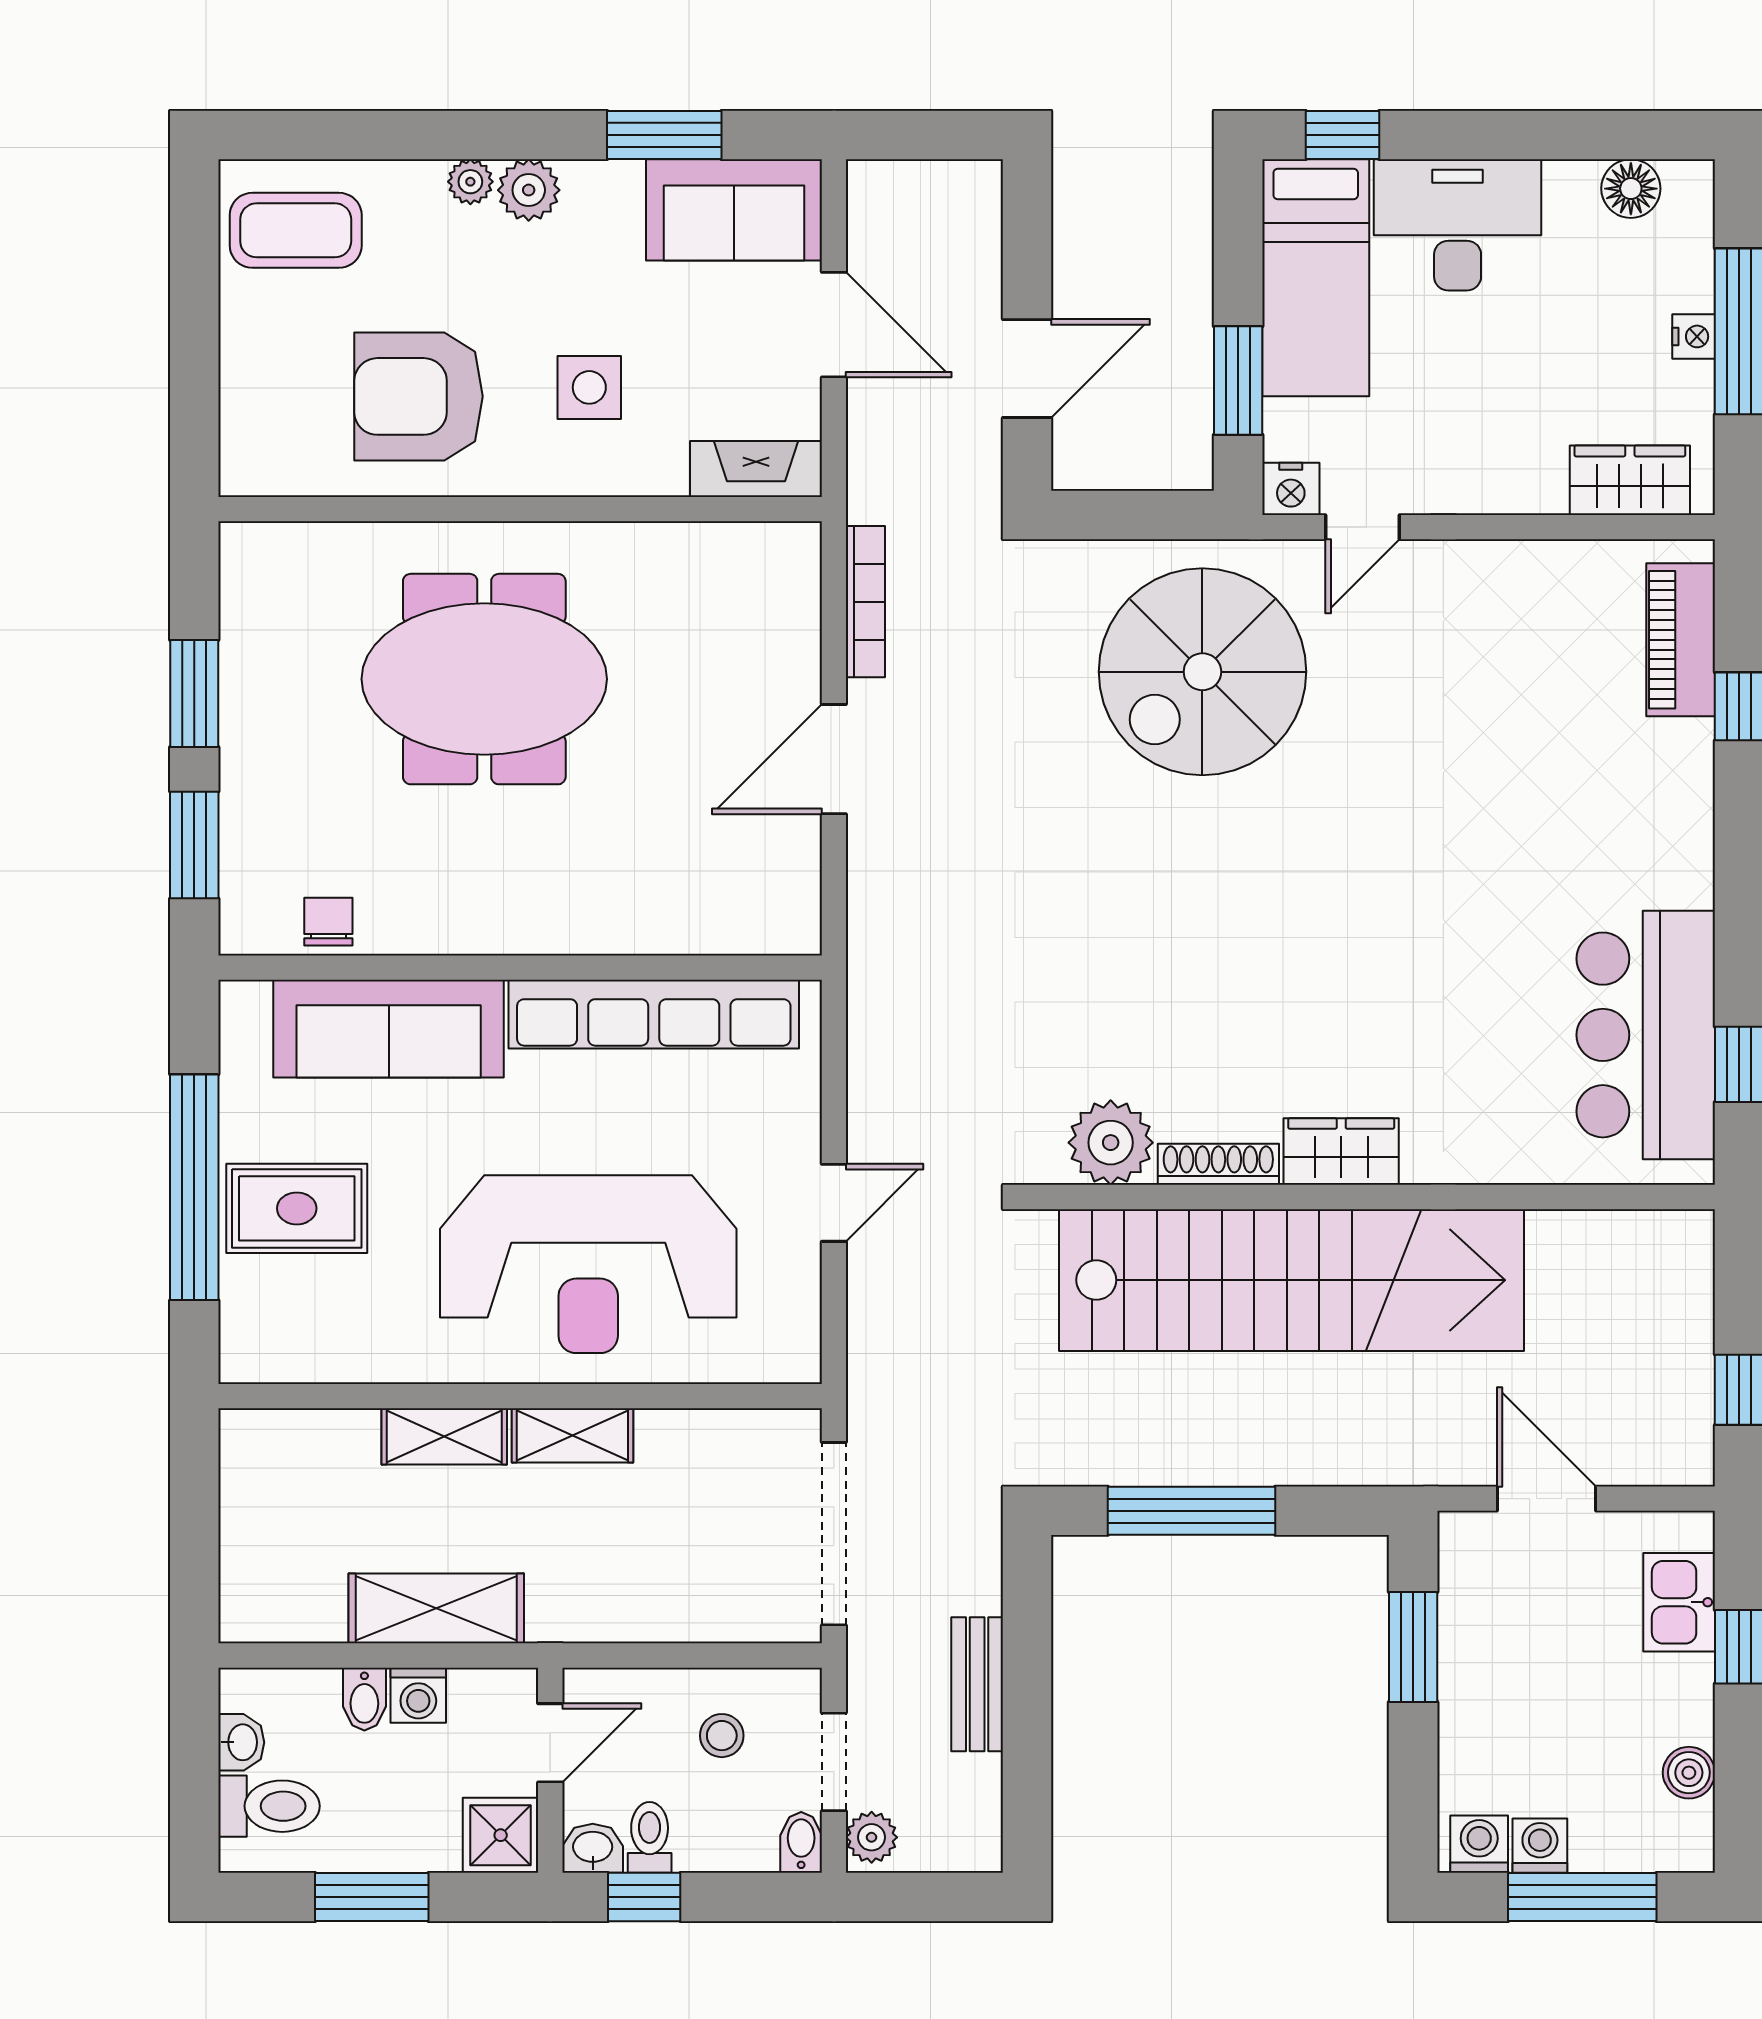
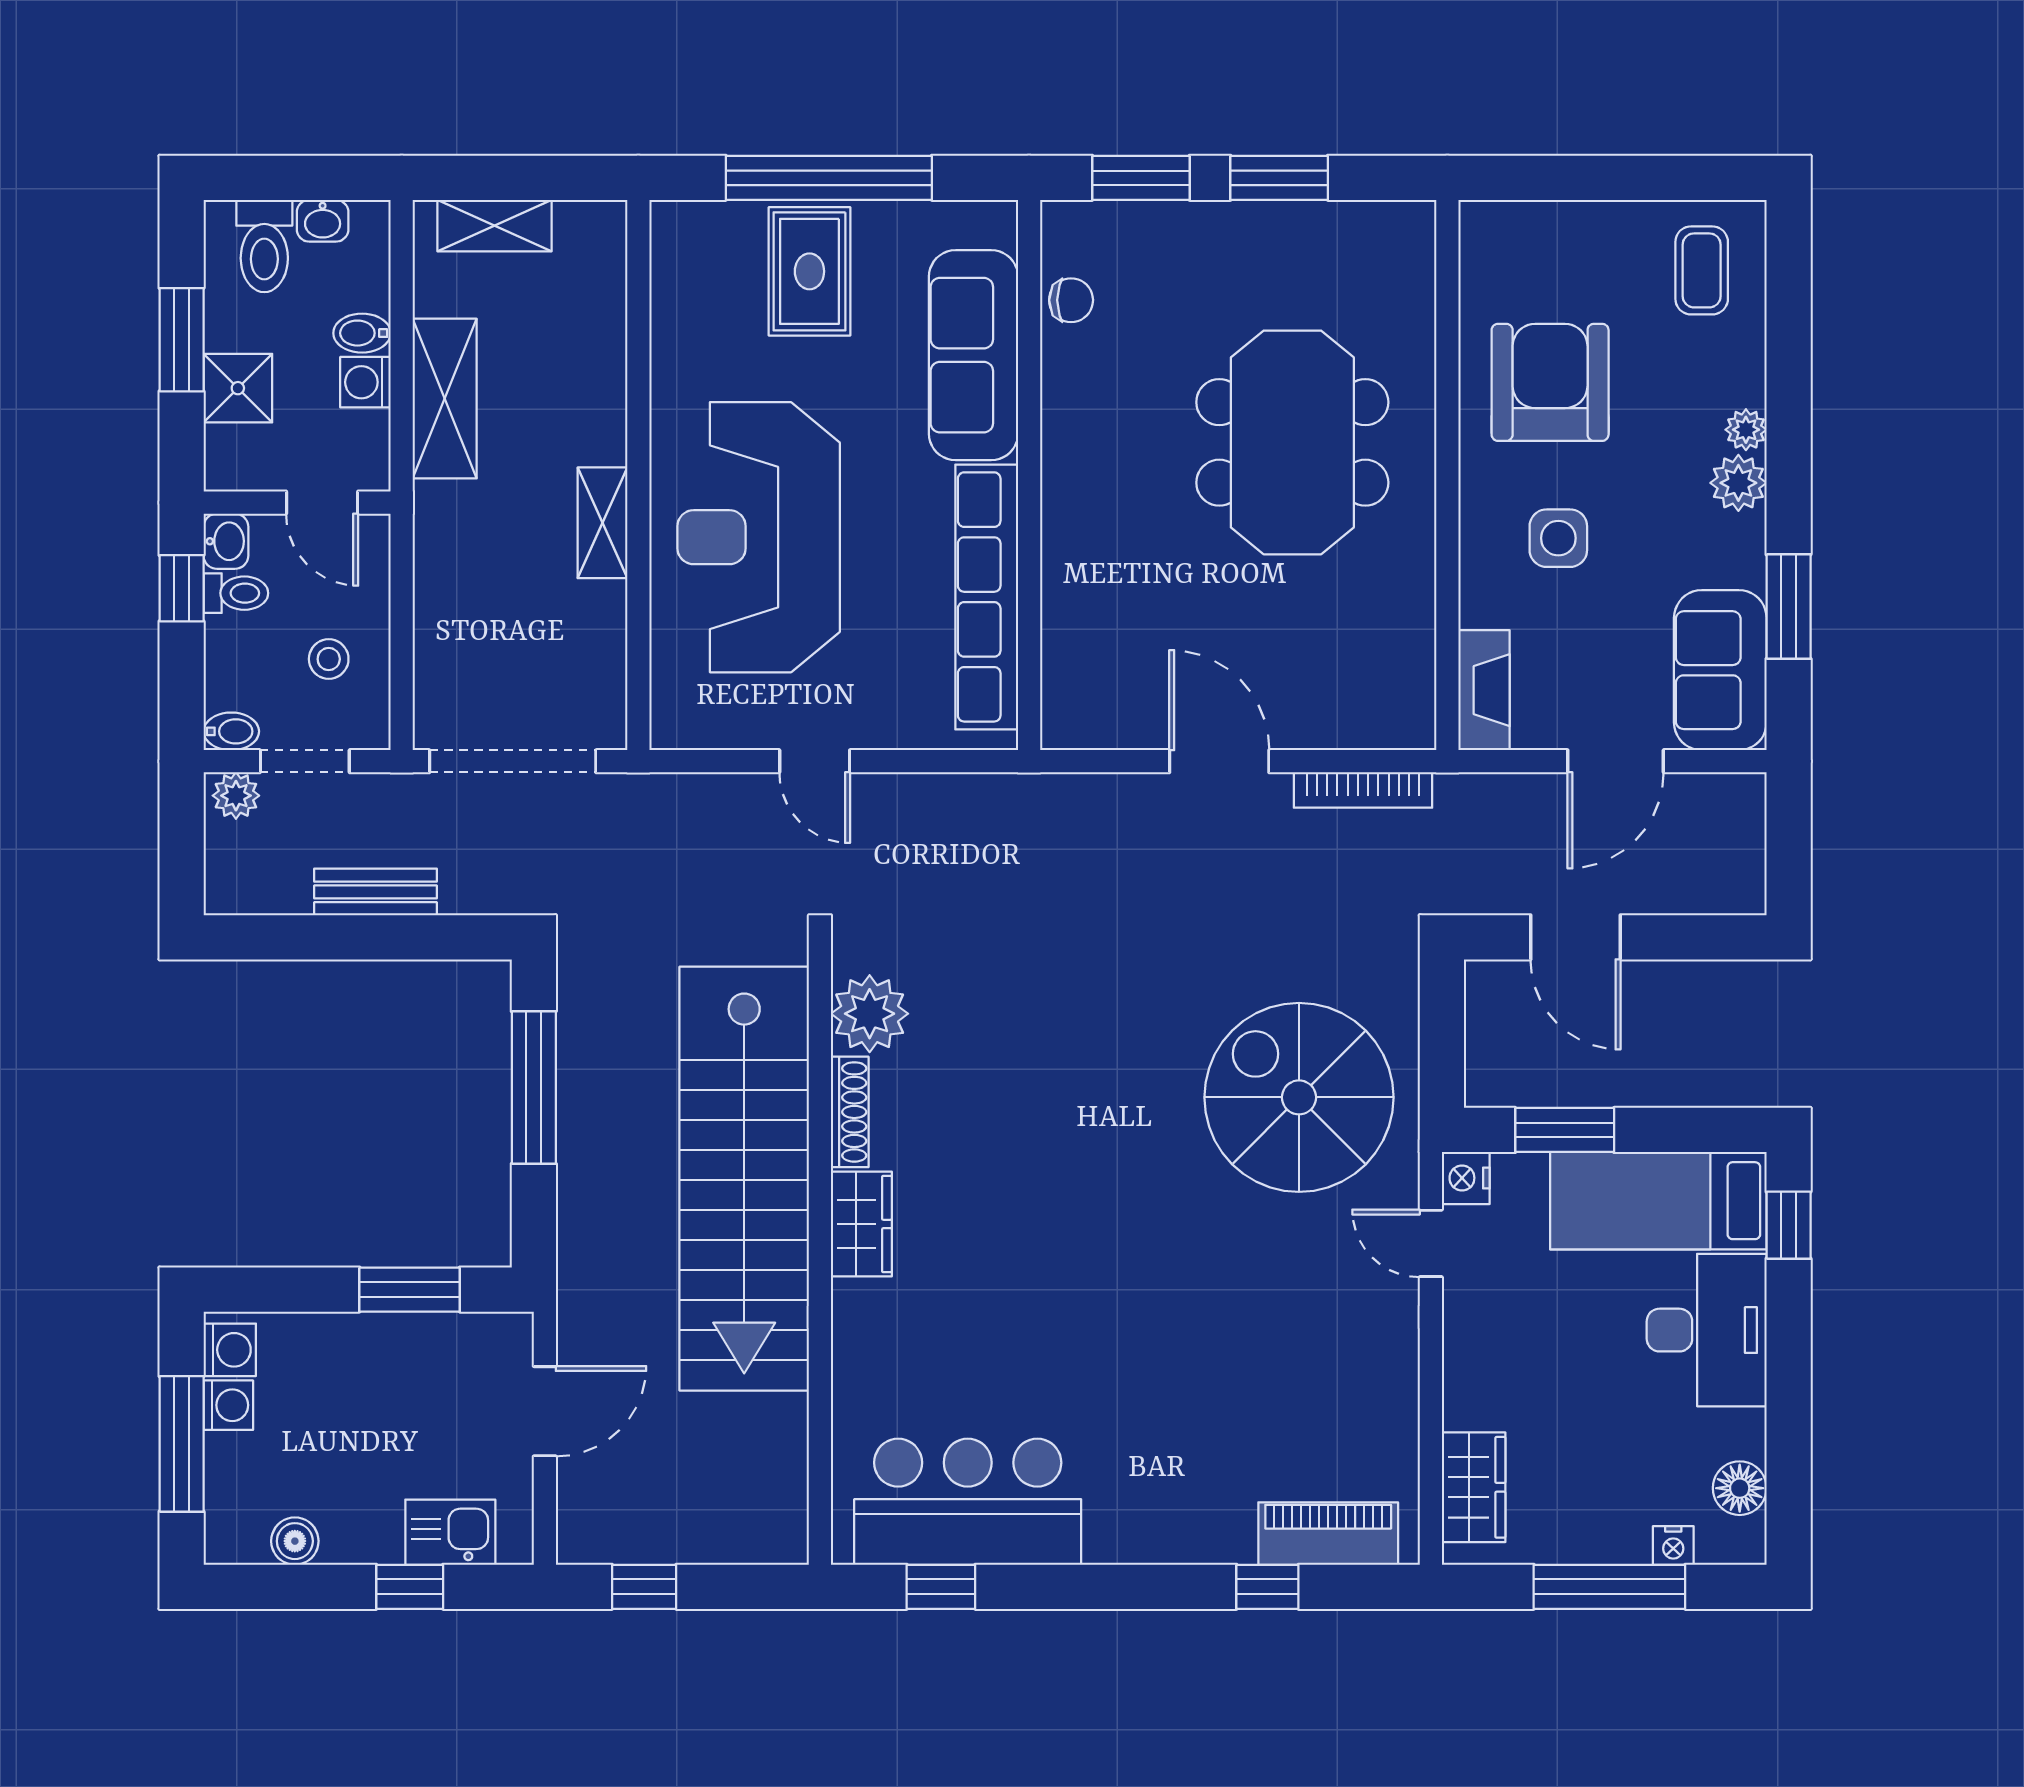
coffee table: (296, 230) -> (1702, 270), width x0.73, depth x0.77
nightstand: (1694, 336) -> (1673, 1545), moved
shelving: (444, 1436) -> (495, 226), moved, turned 90
shower: (501, 1835) -> (238, 388), moved

